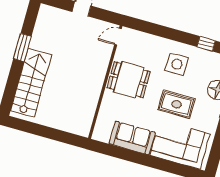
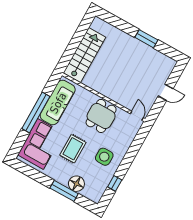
stairs: (31, 83) -> (84, 55), moved, turned -90
sofa: (132, 138) -> (58, 103), width x1.36
window: (143, 159) -> (36, 112), added

